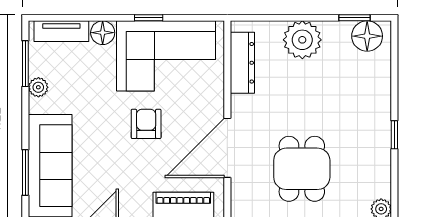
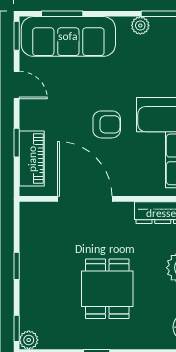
dining table: (302, 169) -> (107, 289), moved, turned 90

